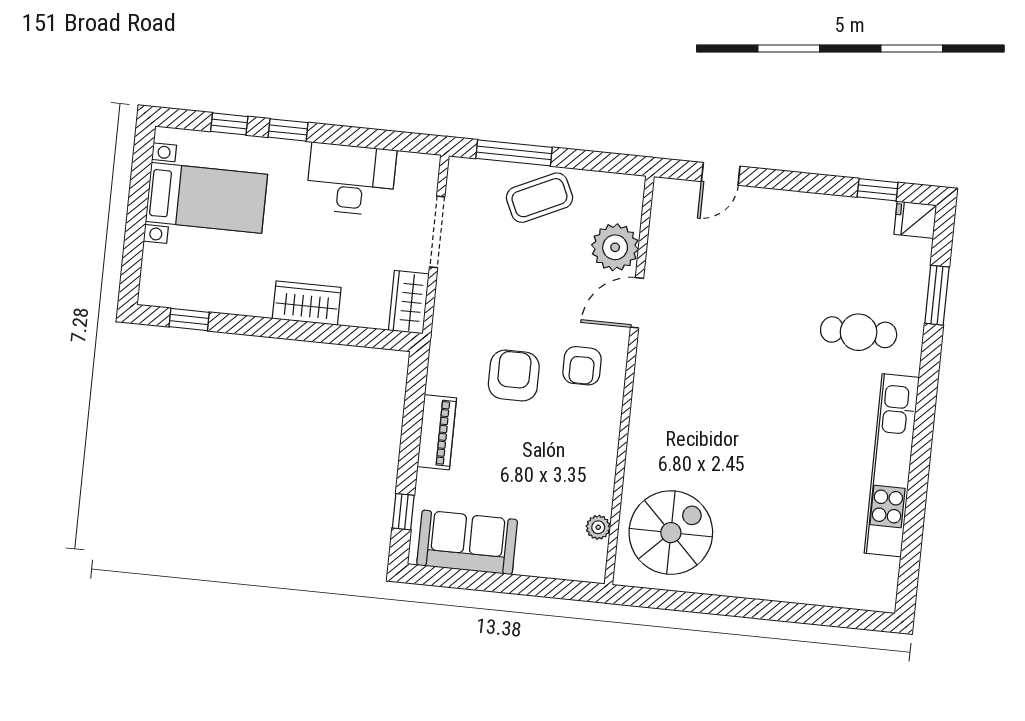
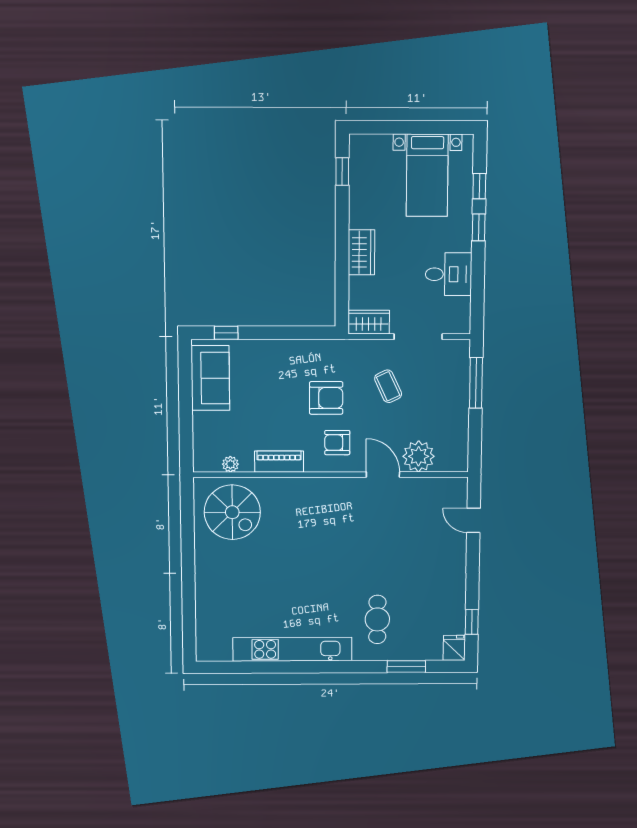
desk: (351, 179) -> (449, 274), width x0.73
coffee table: (539, 198) -> (388, 386), moved, width x0.73, depth x0.77
piano: (437, 432) -> (279, 462), moved, turned 180

